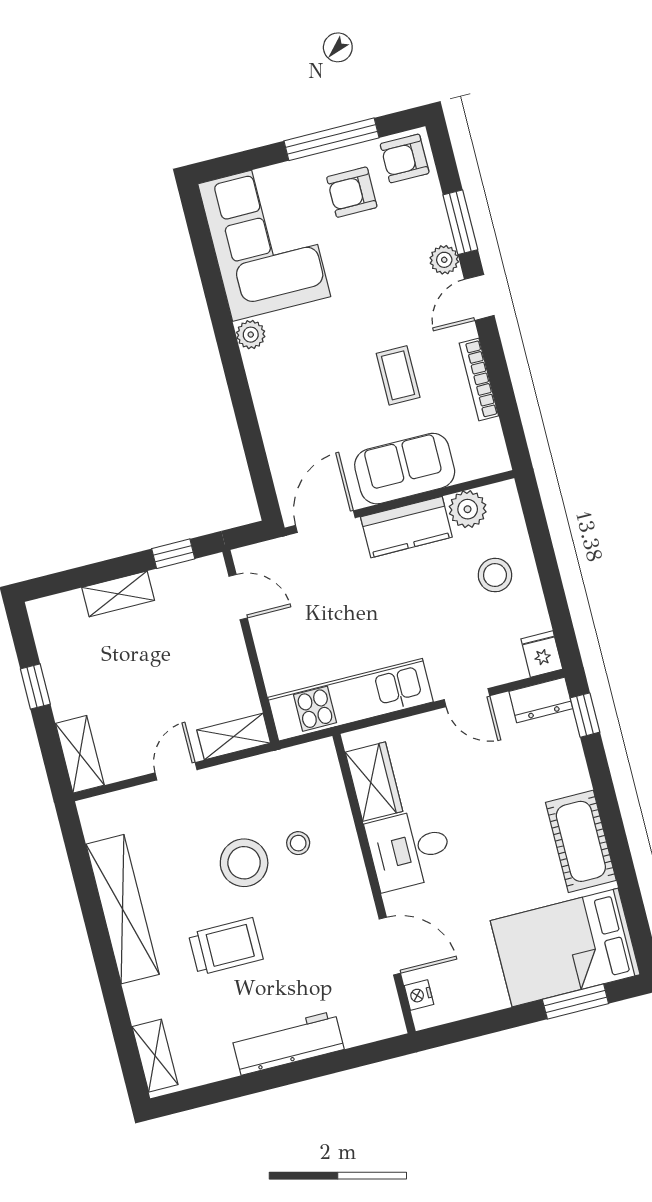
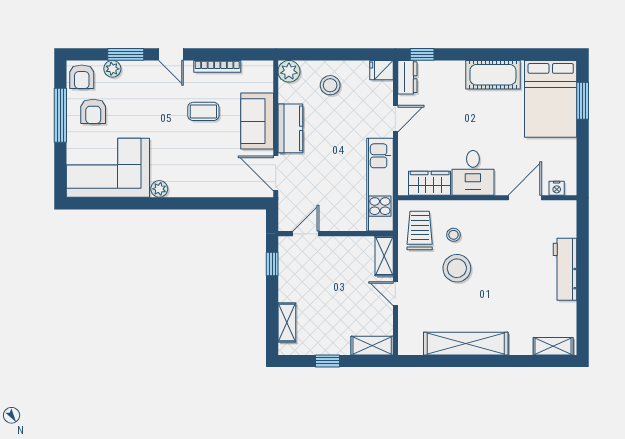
plant: (444, 260) -> (112, 69), moved
plant: (468, 509) -> (289, 71), moved
shelving: (118, 594) -> (287, 322), moved
trolley: (226, 947) -> (420, 230), moved

